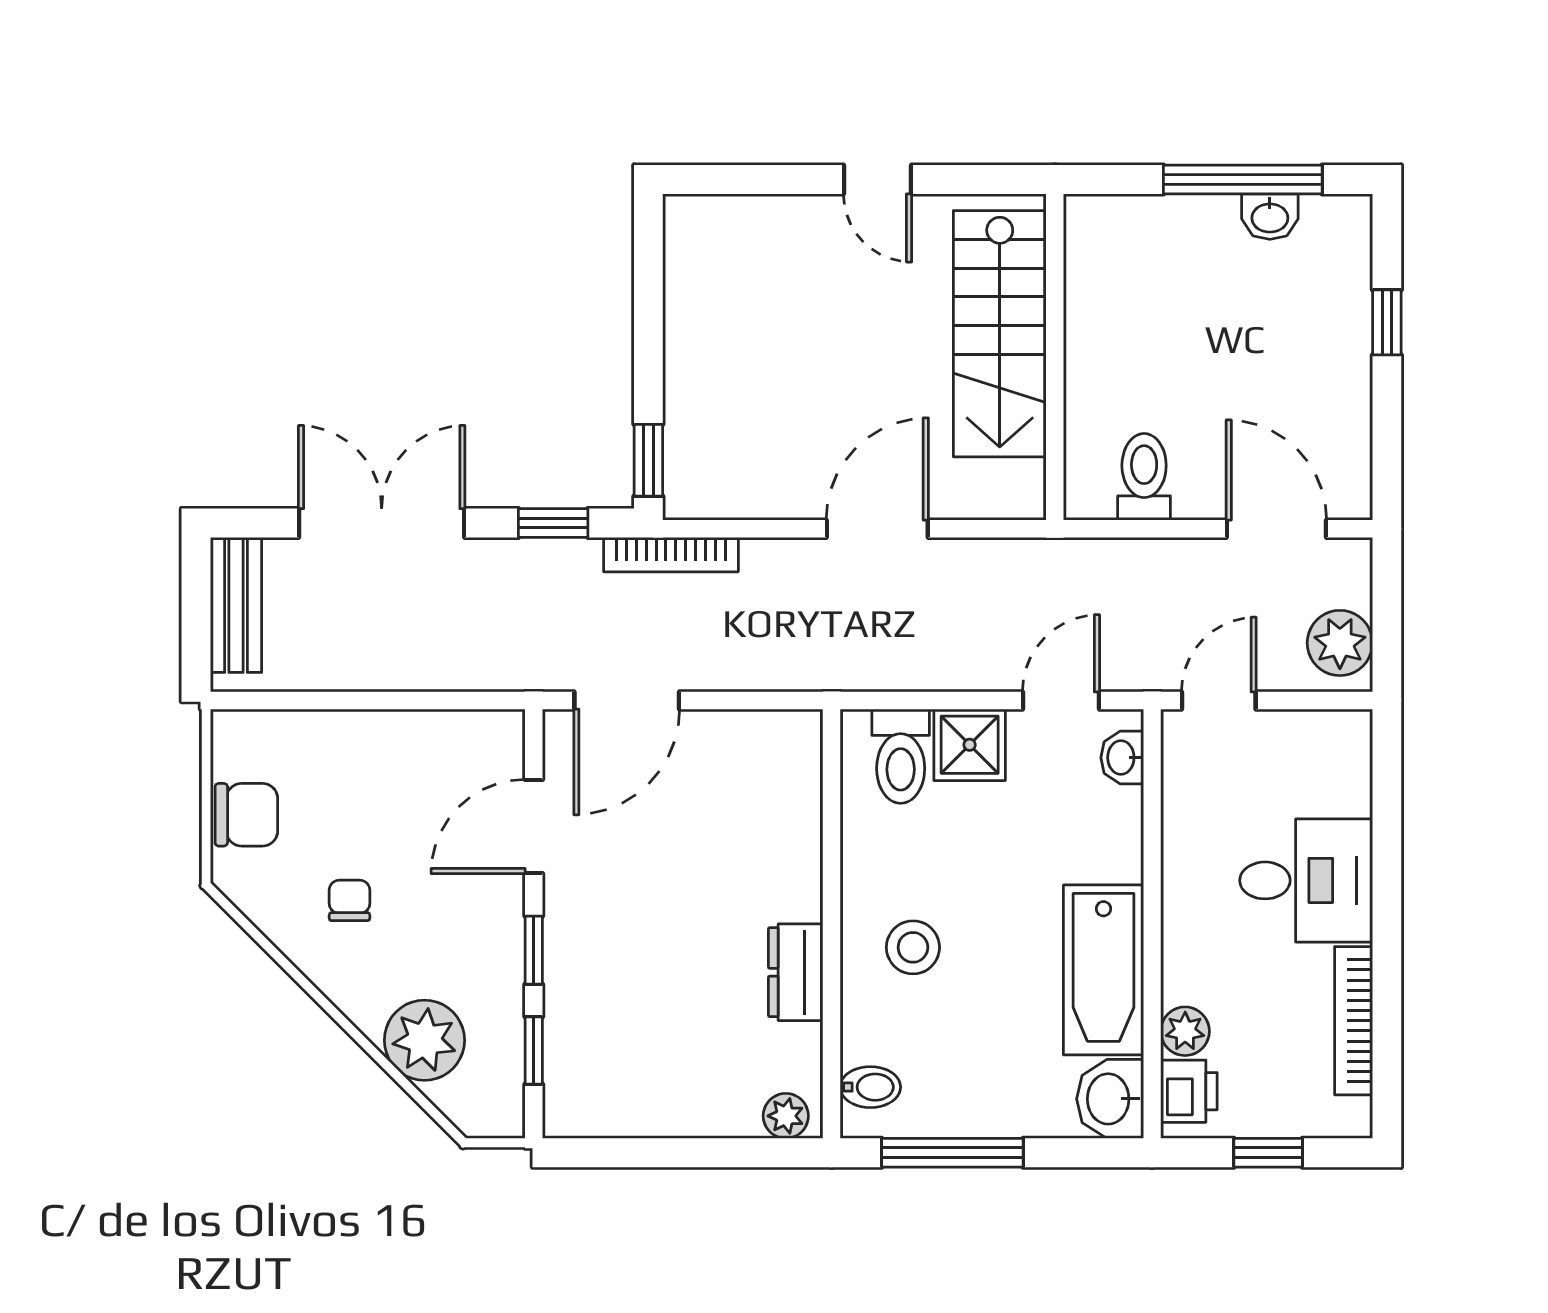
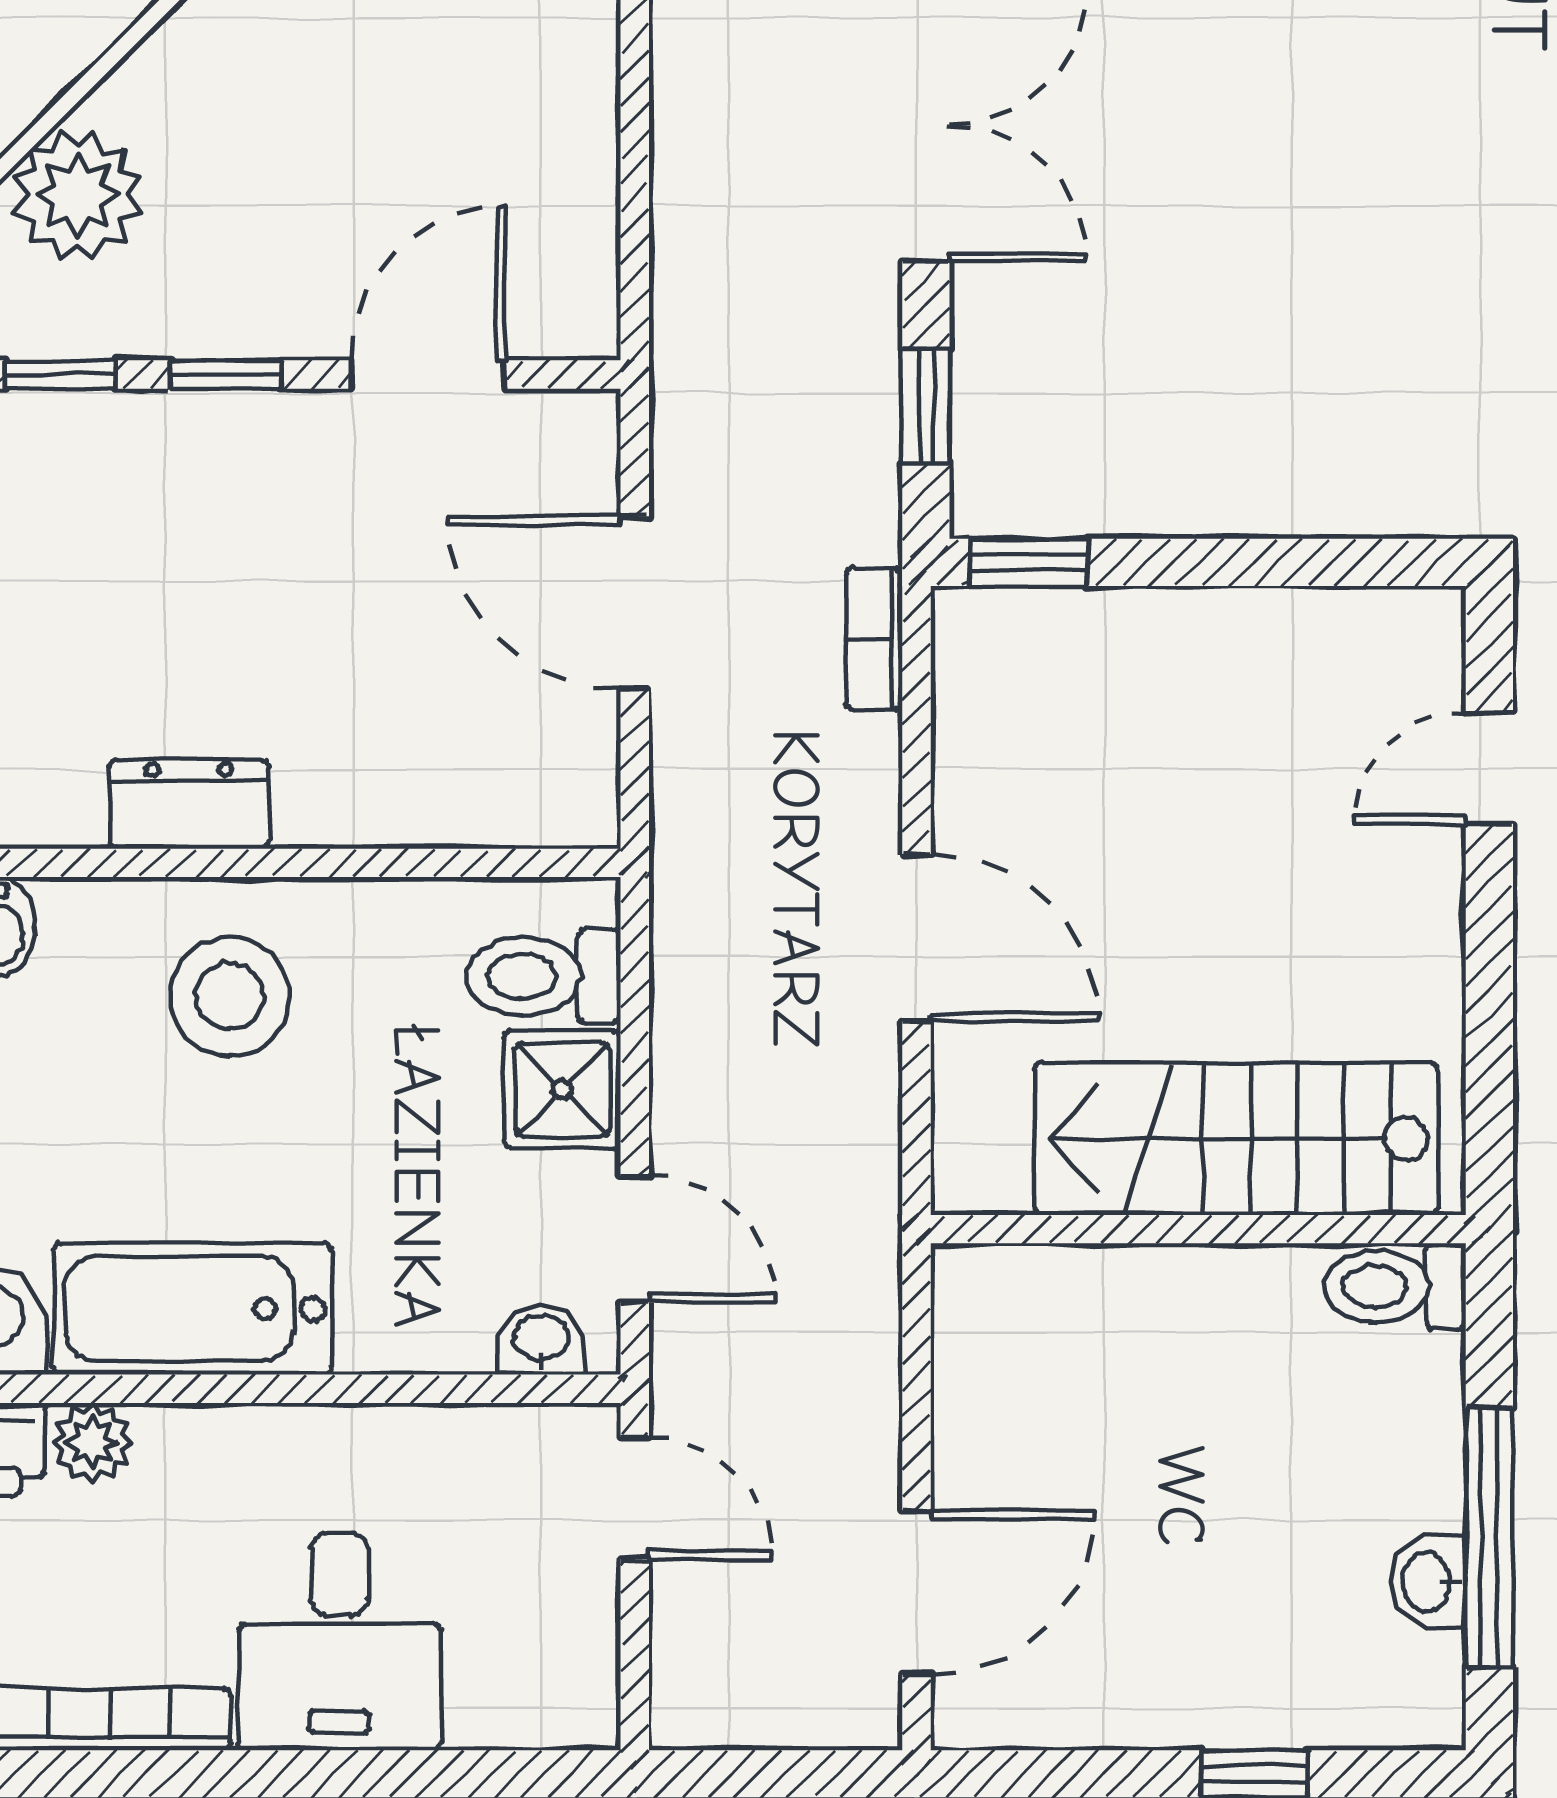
door: (878, 180) -> (1489, 768), moved
toilet: (1144, 477) -> (1395, 1286), moved, turned 180
bookcase: (671, 555) -> (874, 639), width x0.64
plant: (1340, 643) -> (729, 1697), removed
door: (627, 700) -> (635, 603), moved
door: (534, 826) -> (428, 375), hinge flipped
chair: (350, 900) -> (307, 72), removed
stool: (913, 947) -> (230, 996), width x1.38, depth x1.38

